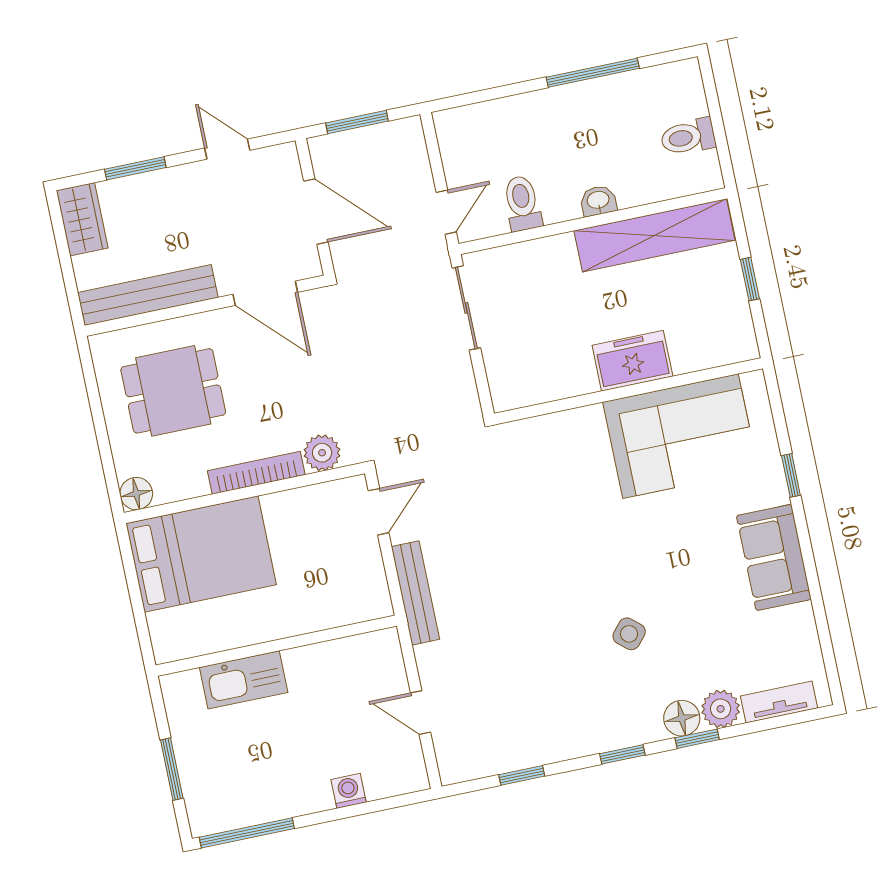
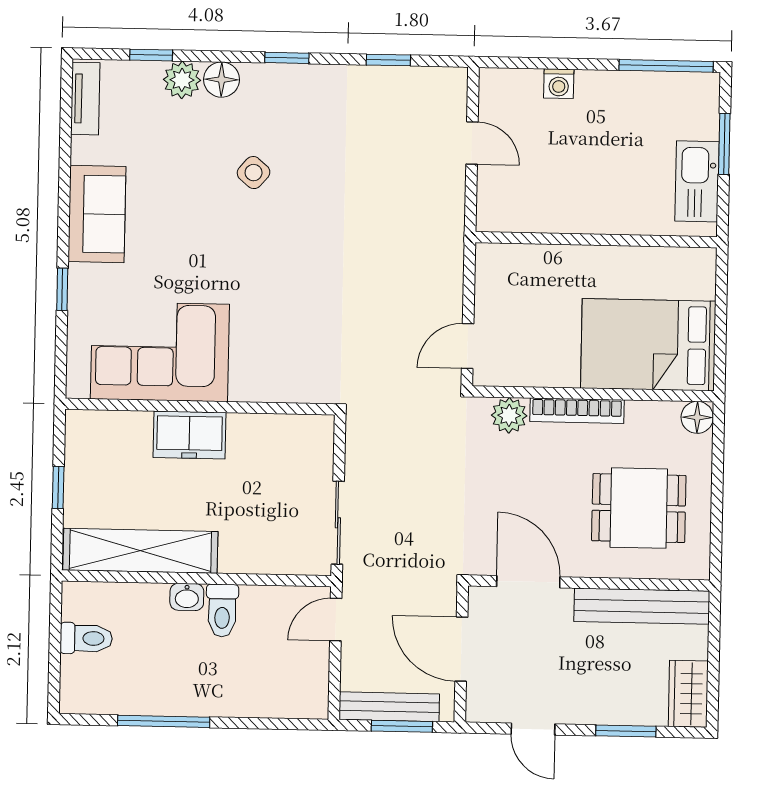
toilet: (522, 203) -> (222, 610), moved
bench: (415, 593) -> (389, 707), moved, turned 90
kitchen sink: (244, 680) -> (697, 181), moved, turned -90
tv unit: (779, 702) -> (85, 99), moved, turned -90
window: (697, 739) -> (151, 55), moved

